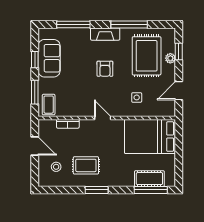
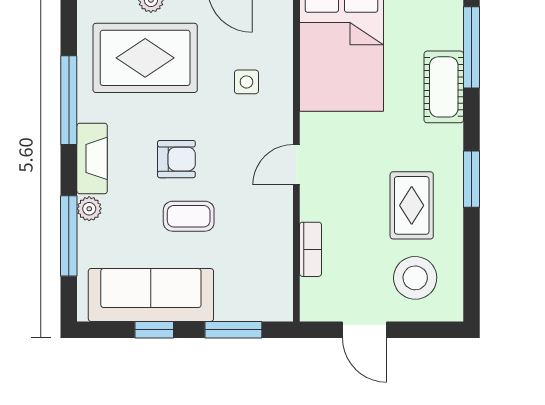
plant: (85, 33) -> (89, 209), added
sofa: (49, 58) -> (151, 295), width x1.36
coffee table: (49, 105) -> (189, 216), moved
door: (35, 146) -> (365, 330), swing flipped
stool: (56, 167) -> (415, 278), width x1.89, depth x1.89
cot: (149, 179) -> (444, 87), moved

